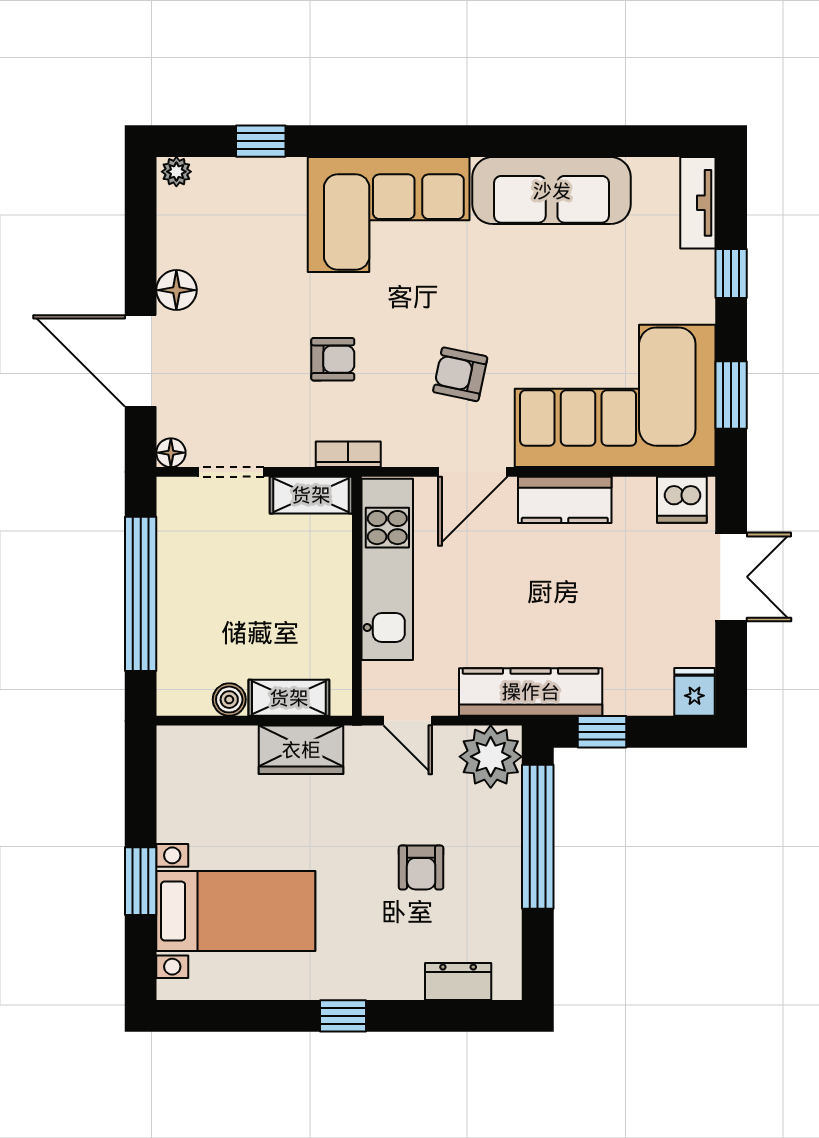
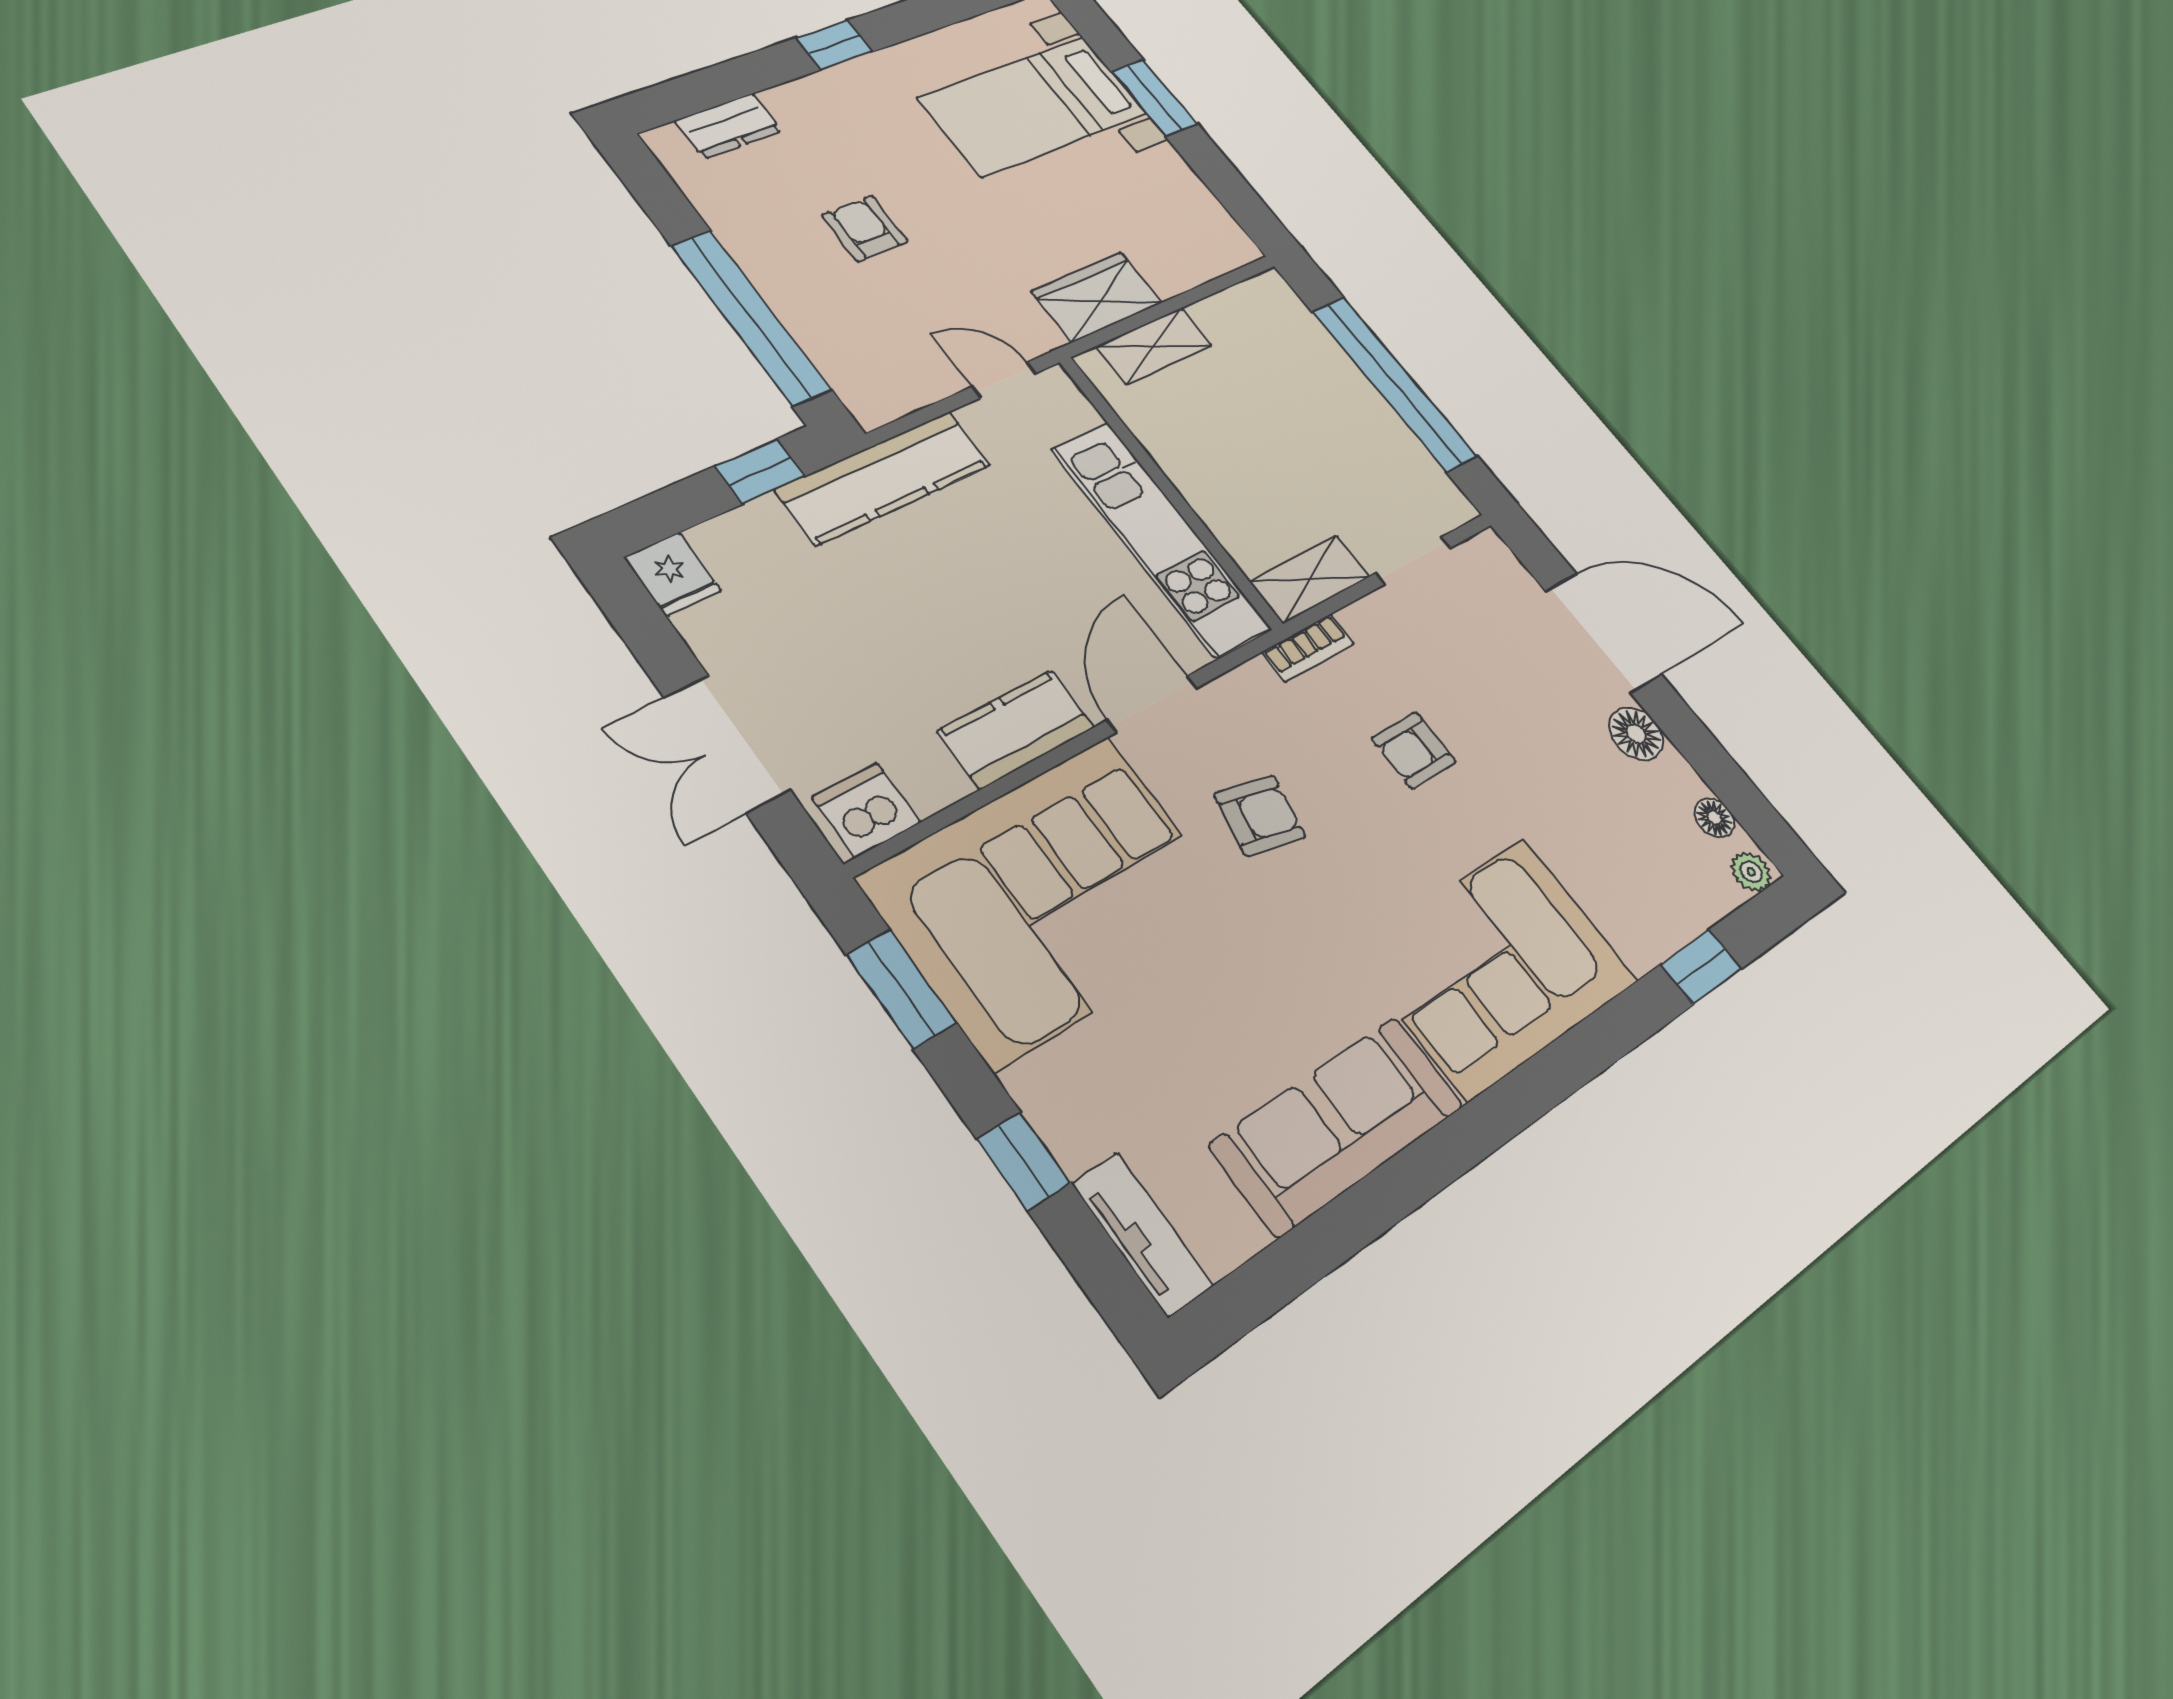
floor lamp: (171, 453) -> (1714, 818), moved
boiler: (229, 700) -> (1215, 316), removed
plant: (491, 757) -> (876, 383), removed

